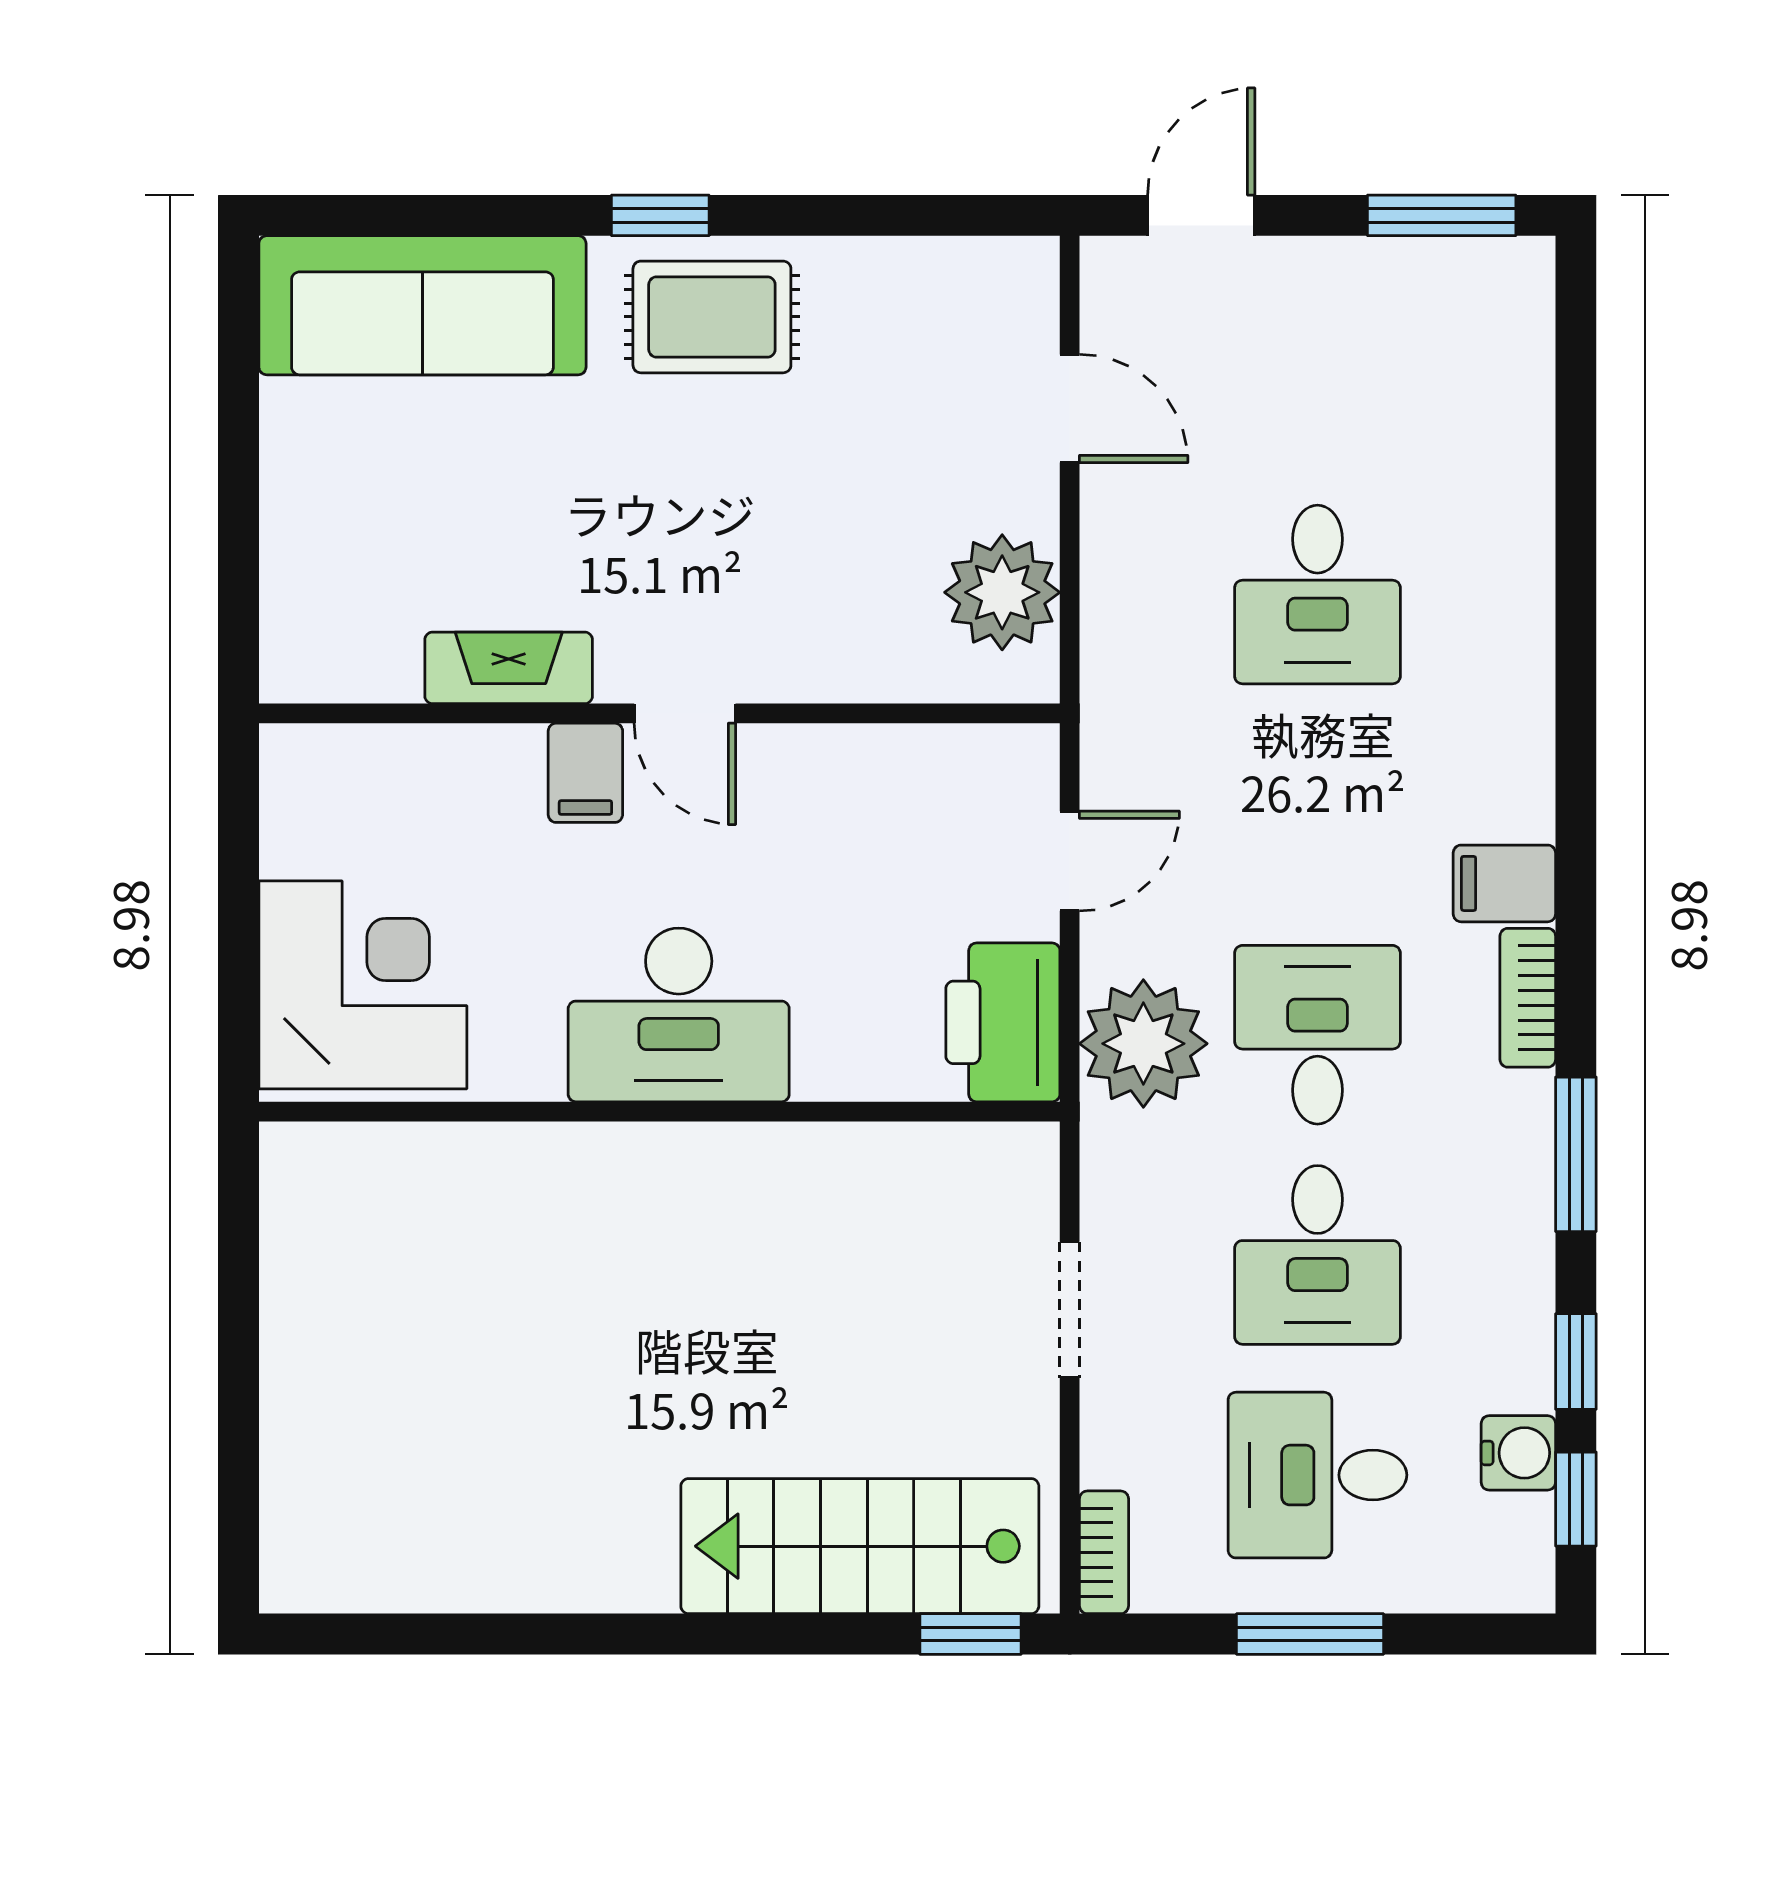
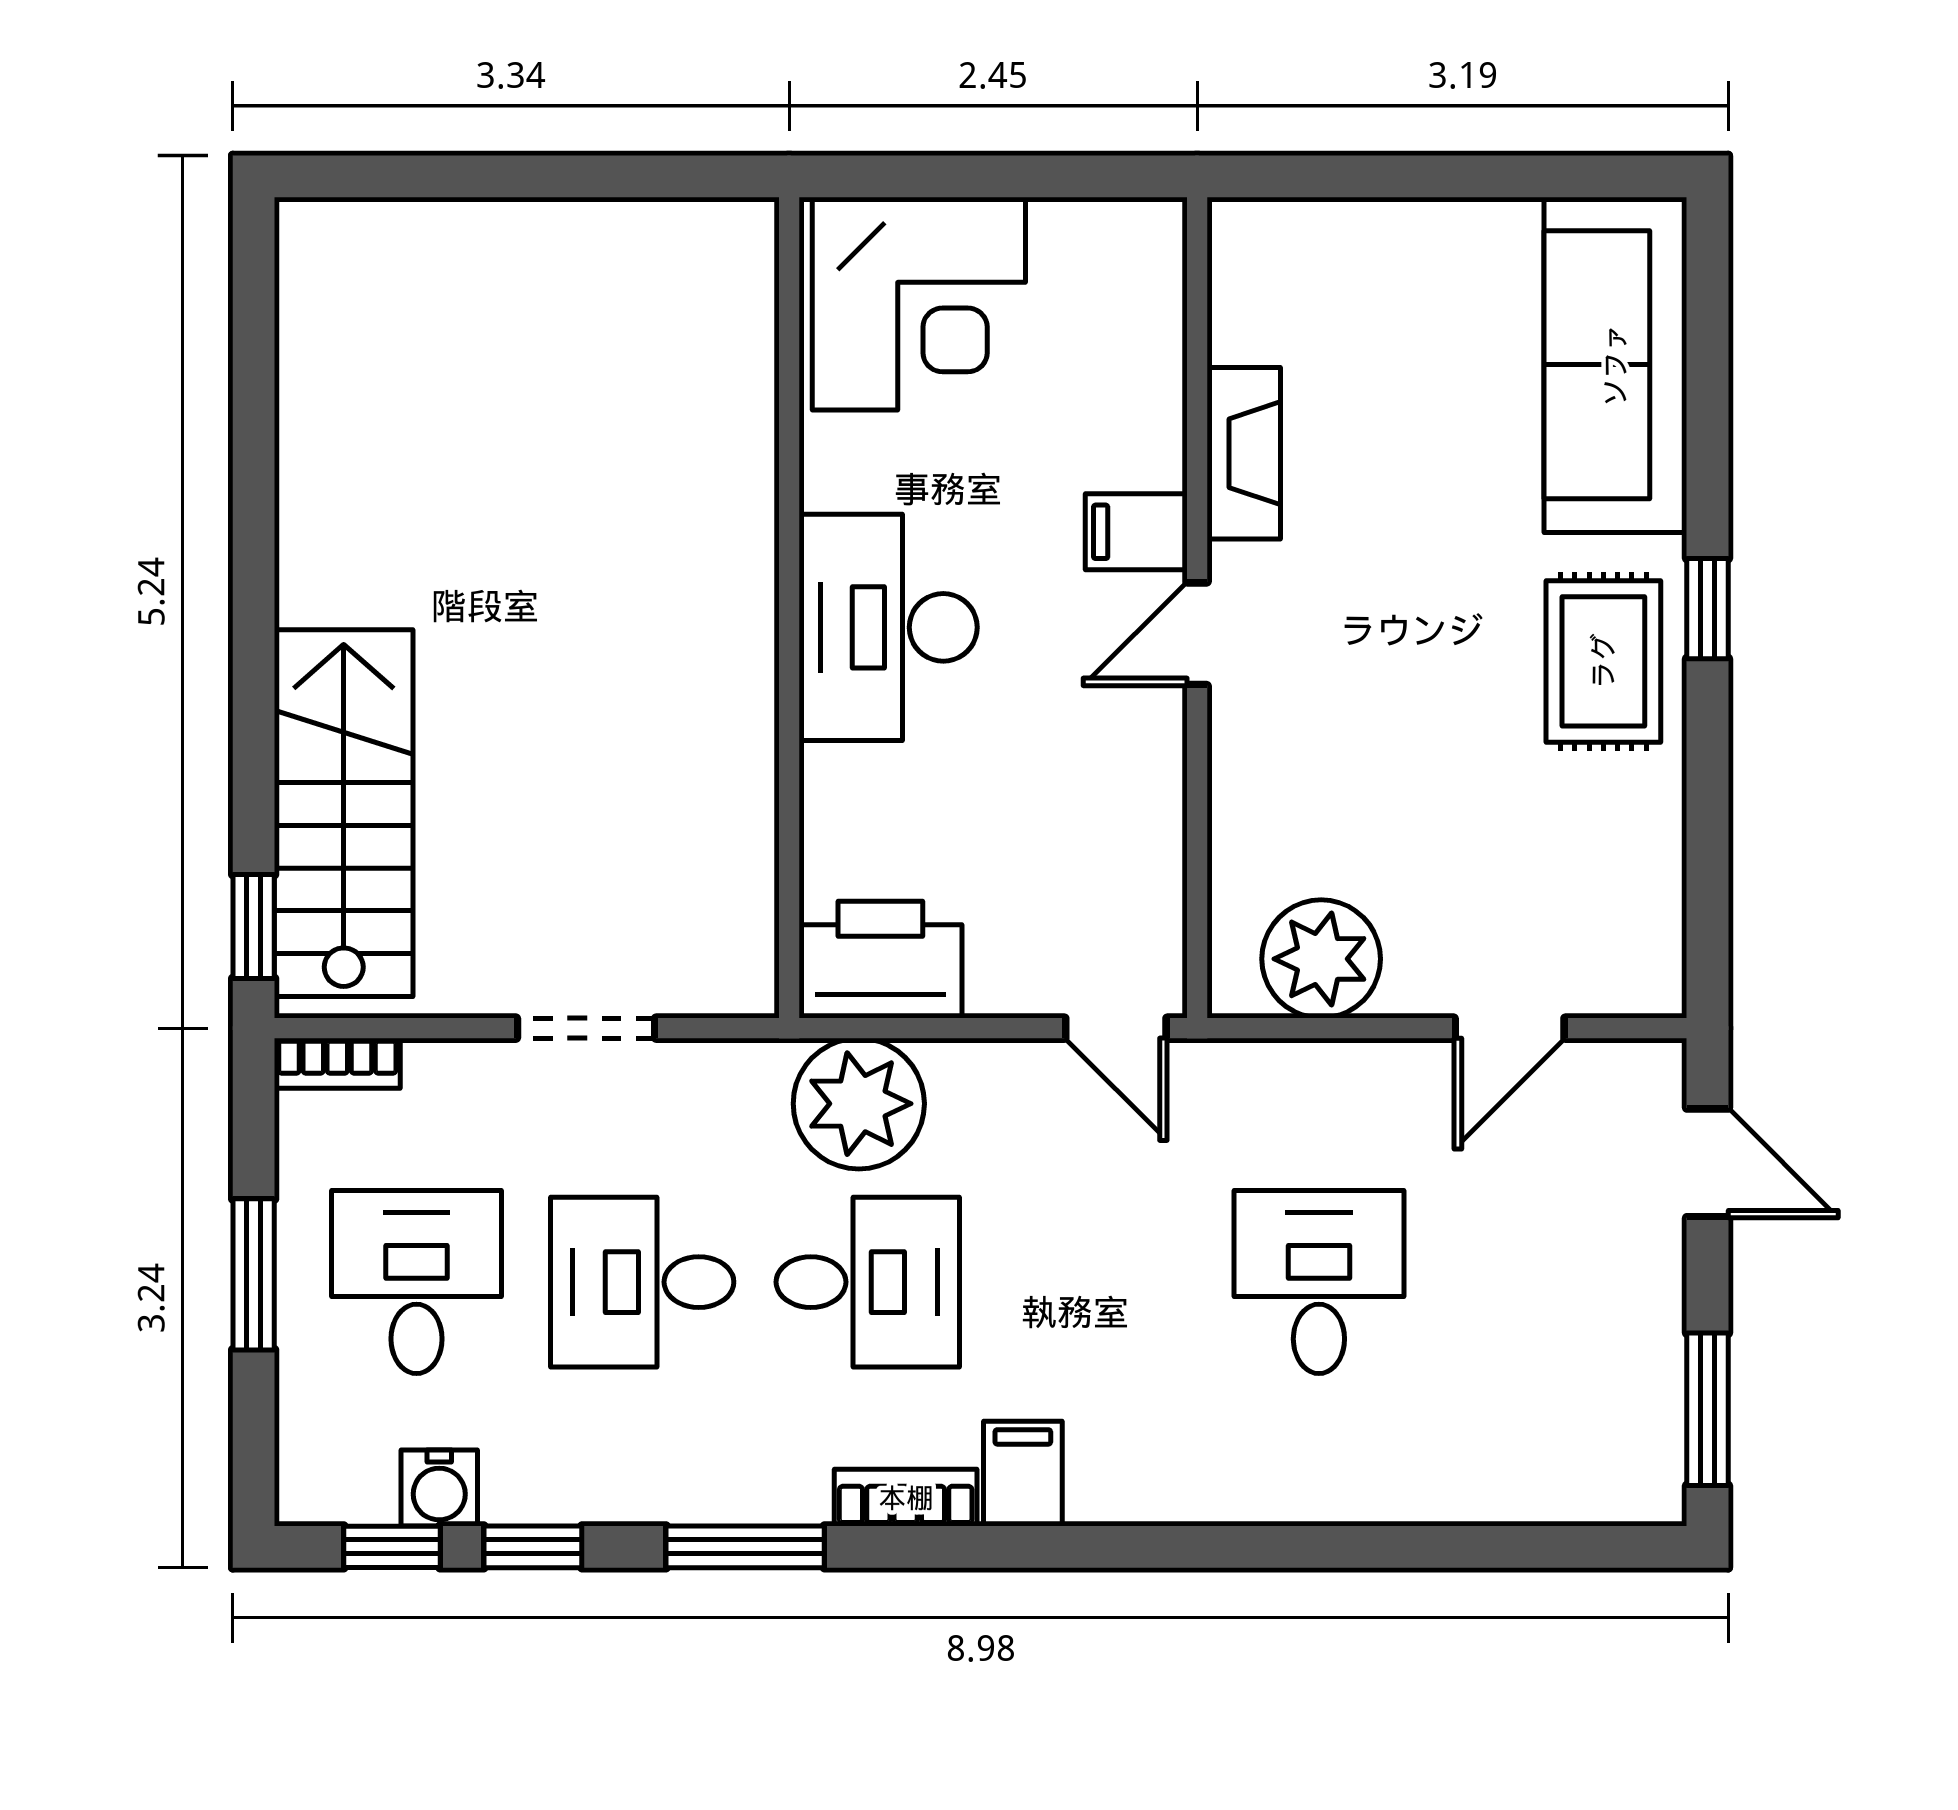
desk: (1317, 594) -> (1319, 1282), turned 90
door: (1070, 861) -> (1116, 1028), moved

